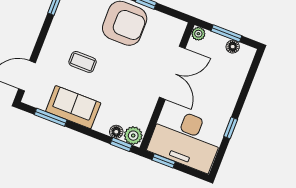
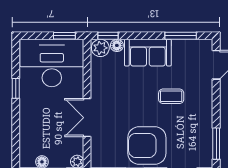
double door: (172, 73) -> (87, 118), width x0.73
sofa: (73, 107) -> (148, 53), moved

